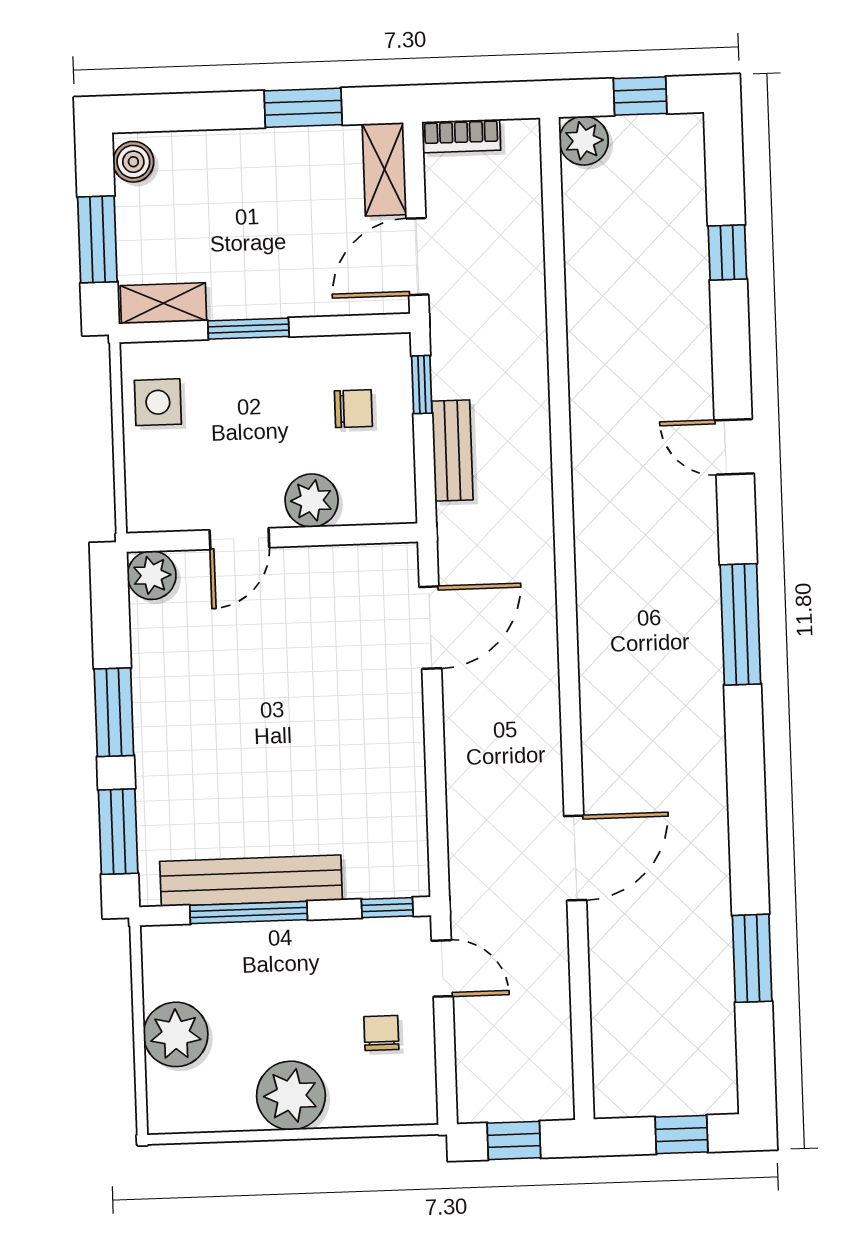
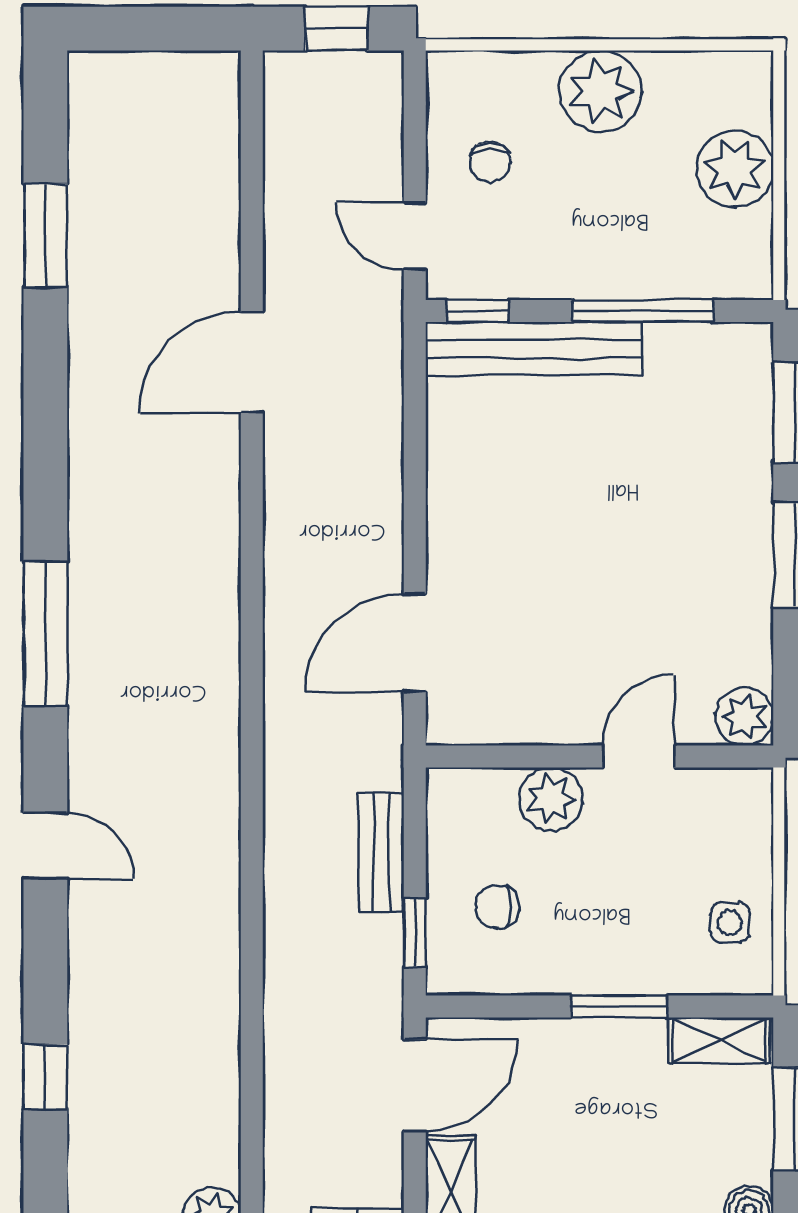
side table: (158, 402) -> (730, 923), width x0.73, depth x0.73
bench: (251, 881) -> (534, 349), moved
window: (681, 1135) -> (137, 29), removed

